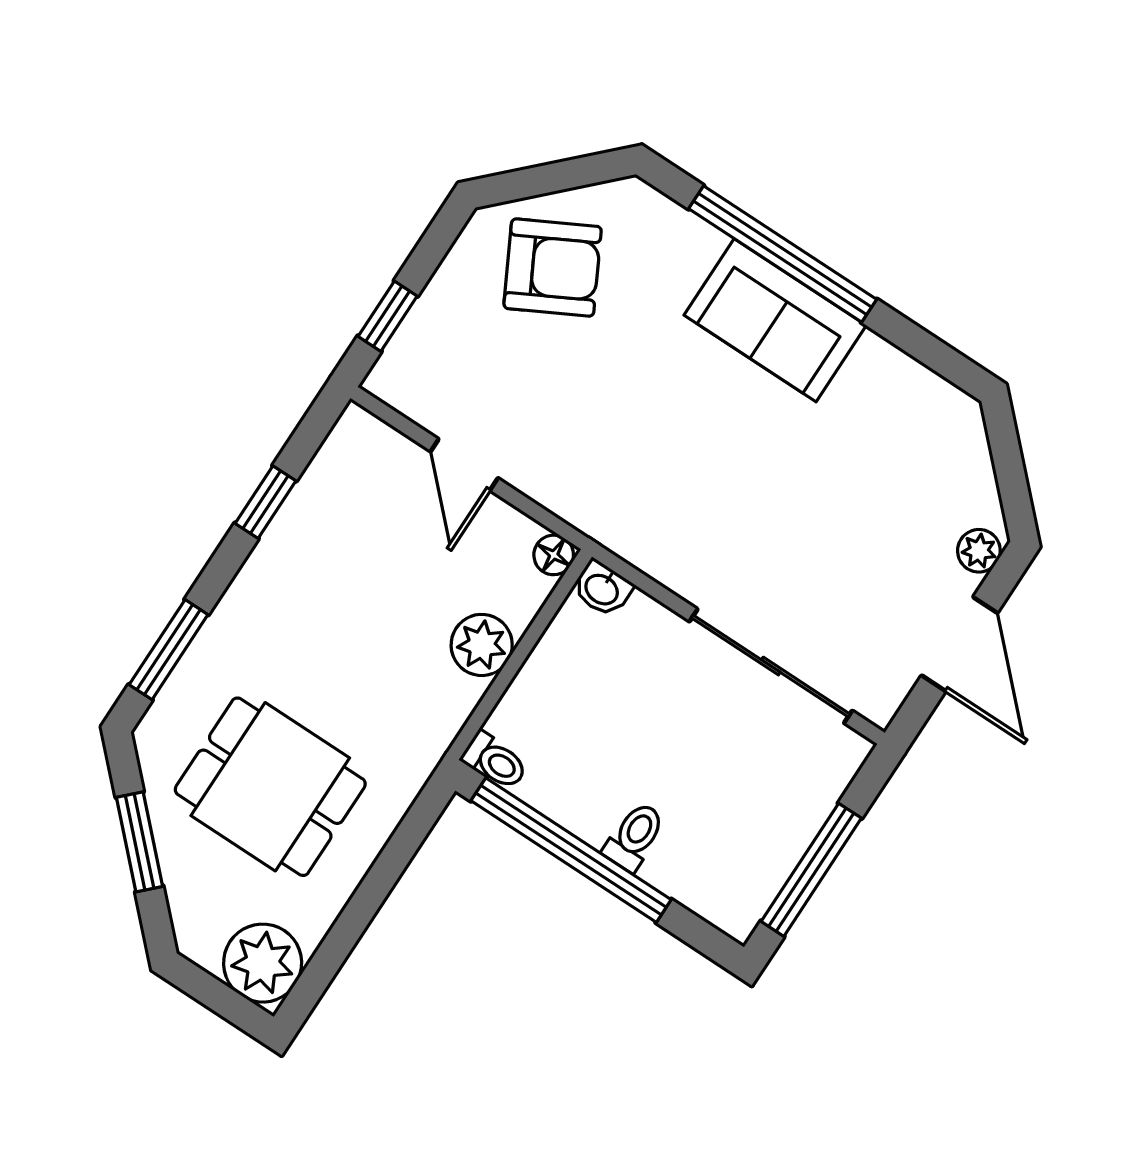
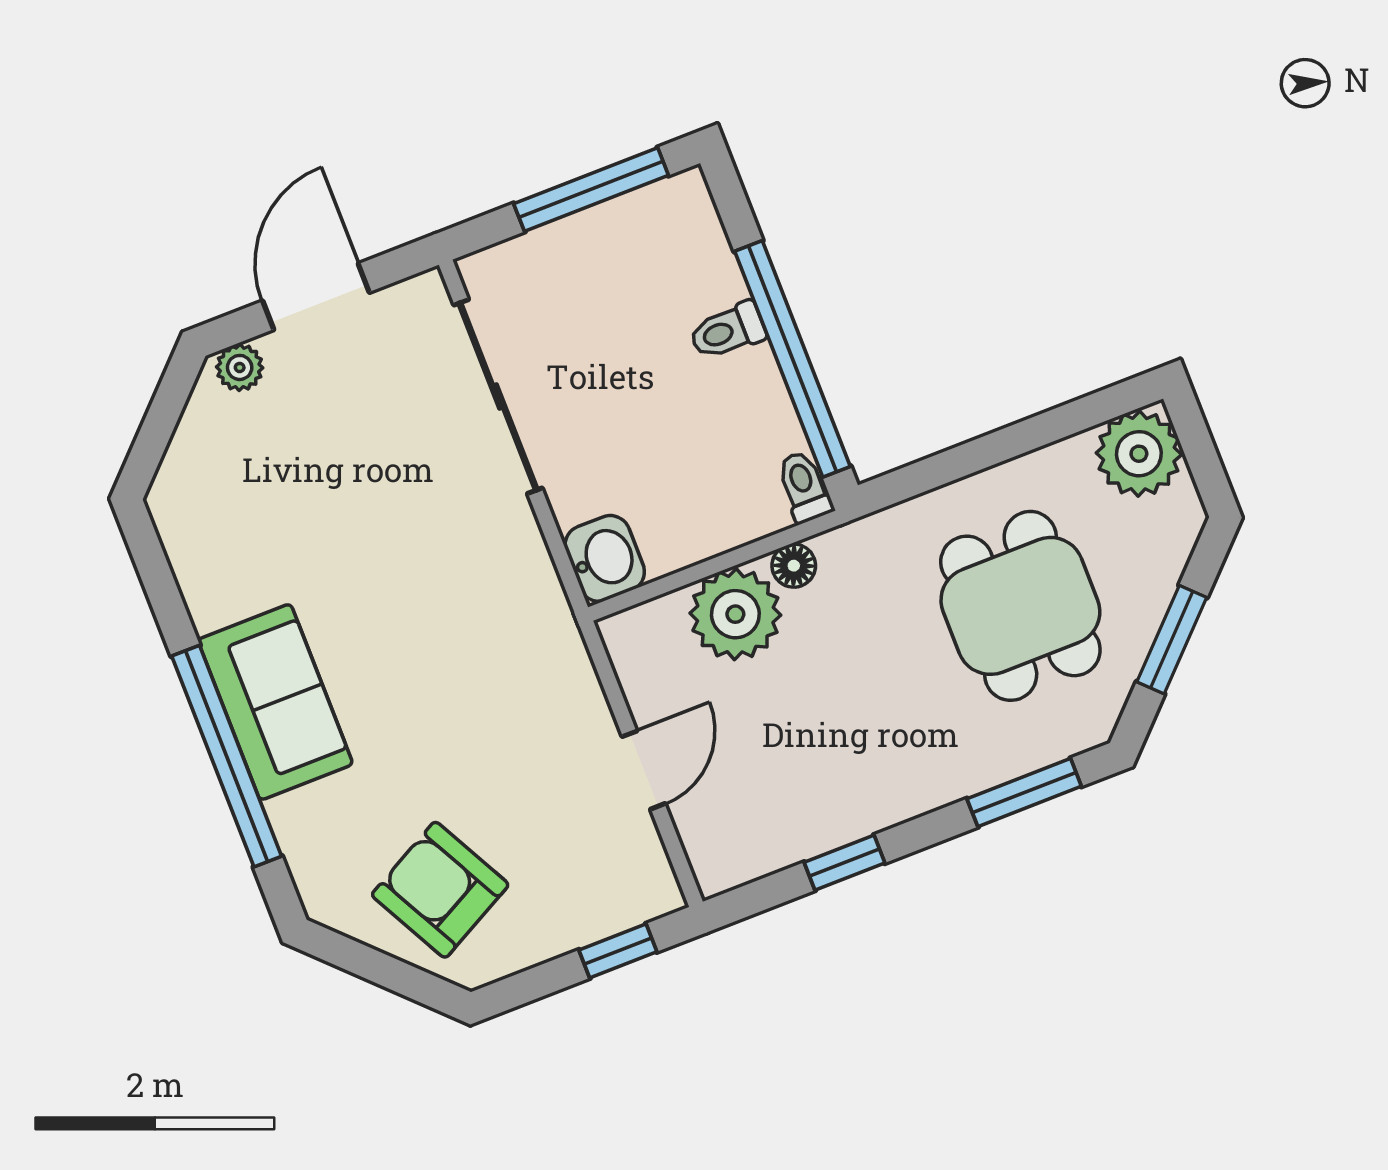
floor lamp: (554, 555) -> (794, 566), moved
washbasin: (602, 588) -> (605, 558), width x1.38, depth x1.45
plant: (482, 645) -> (735, 614), width x1.36, depth x1.36

